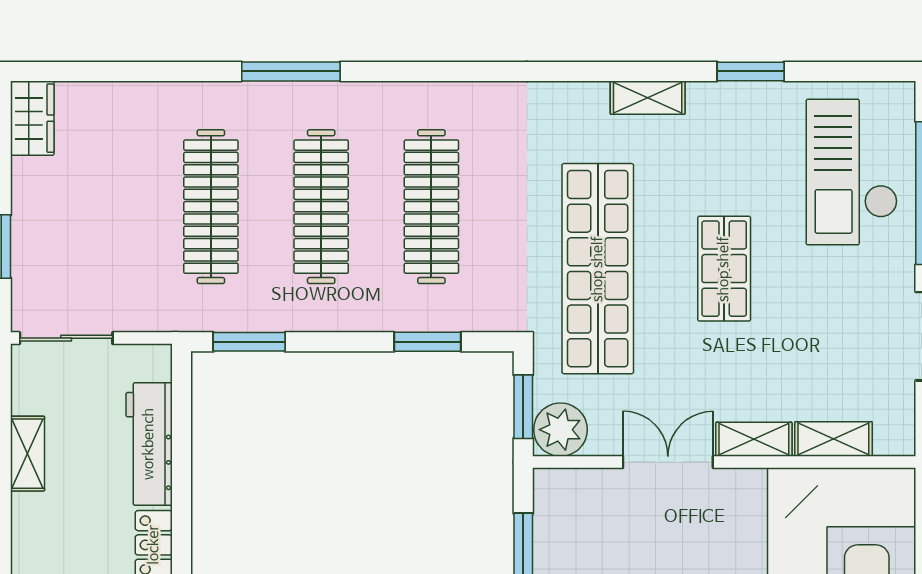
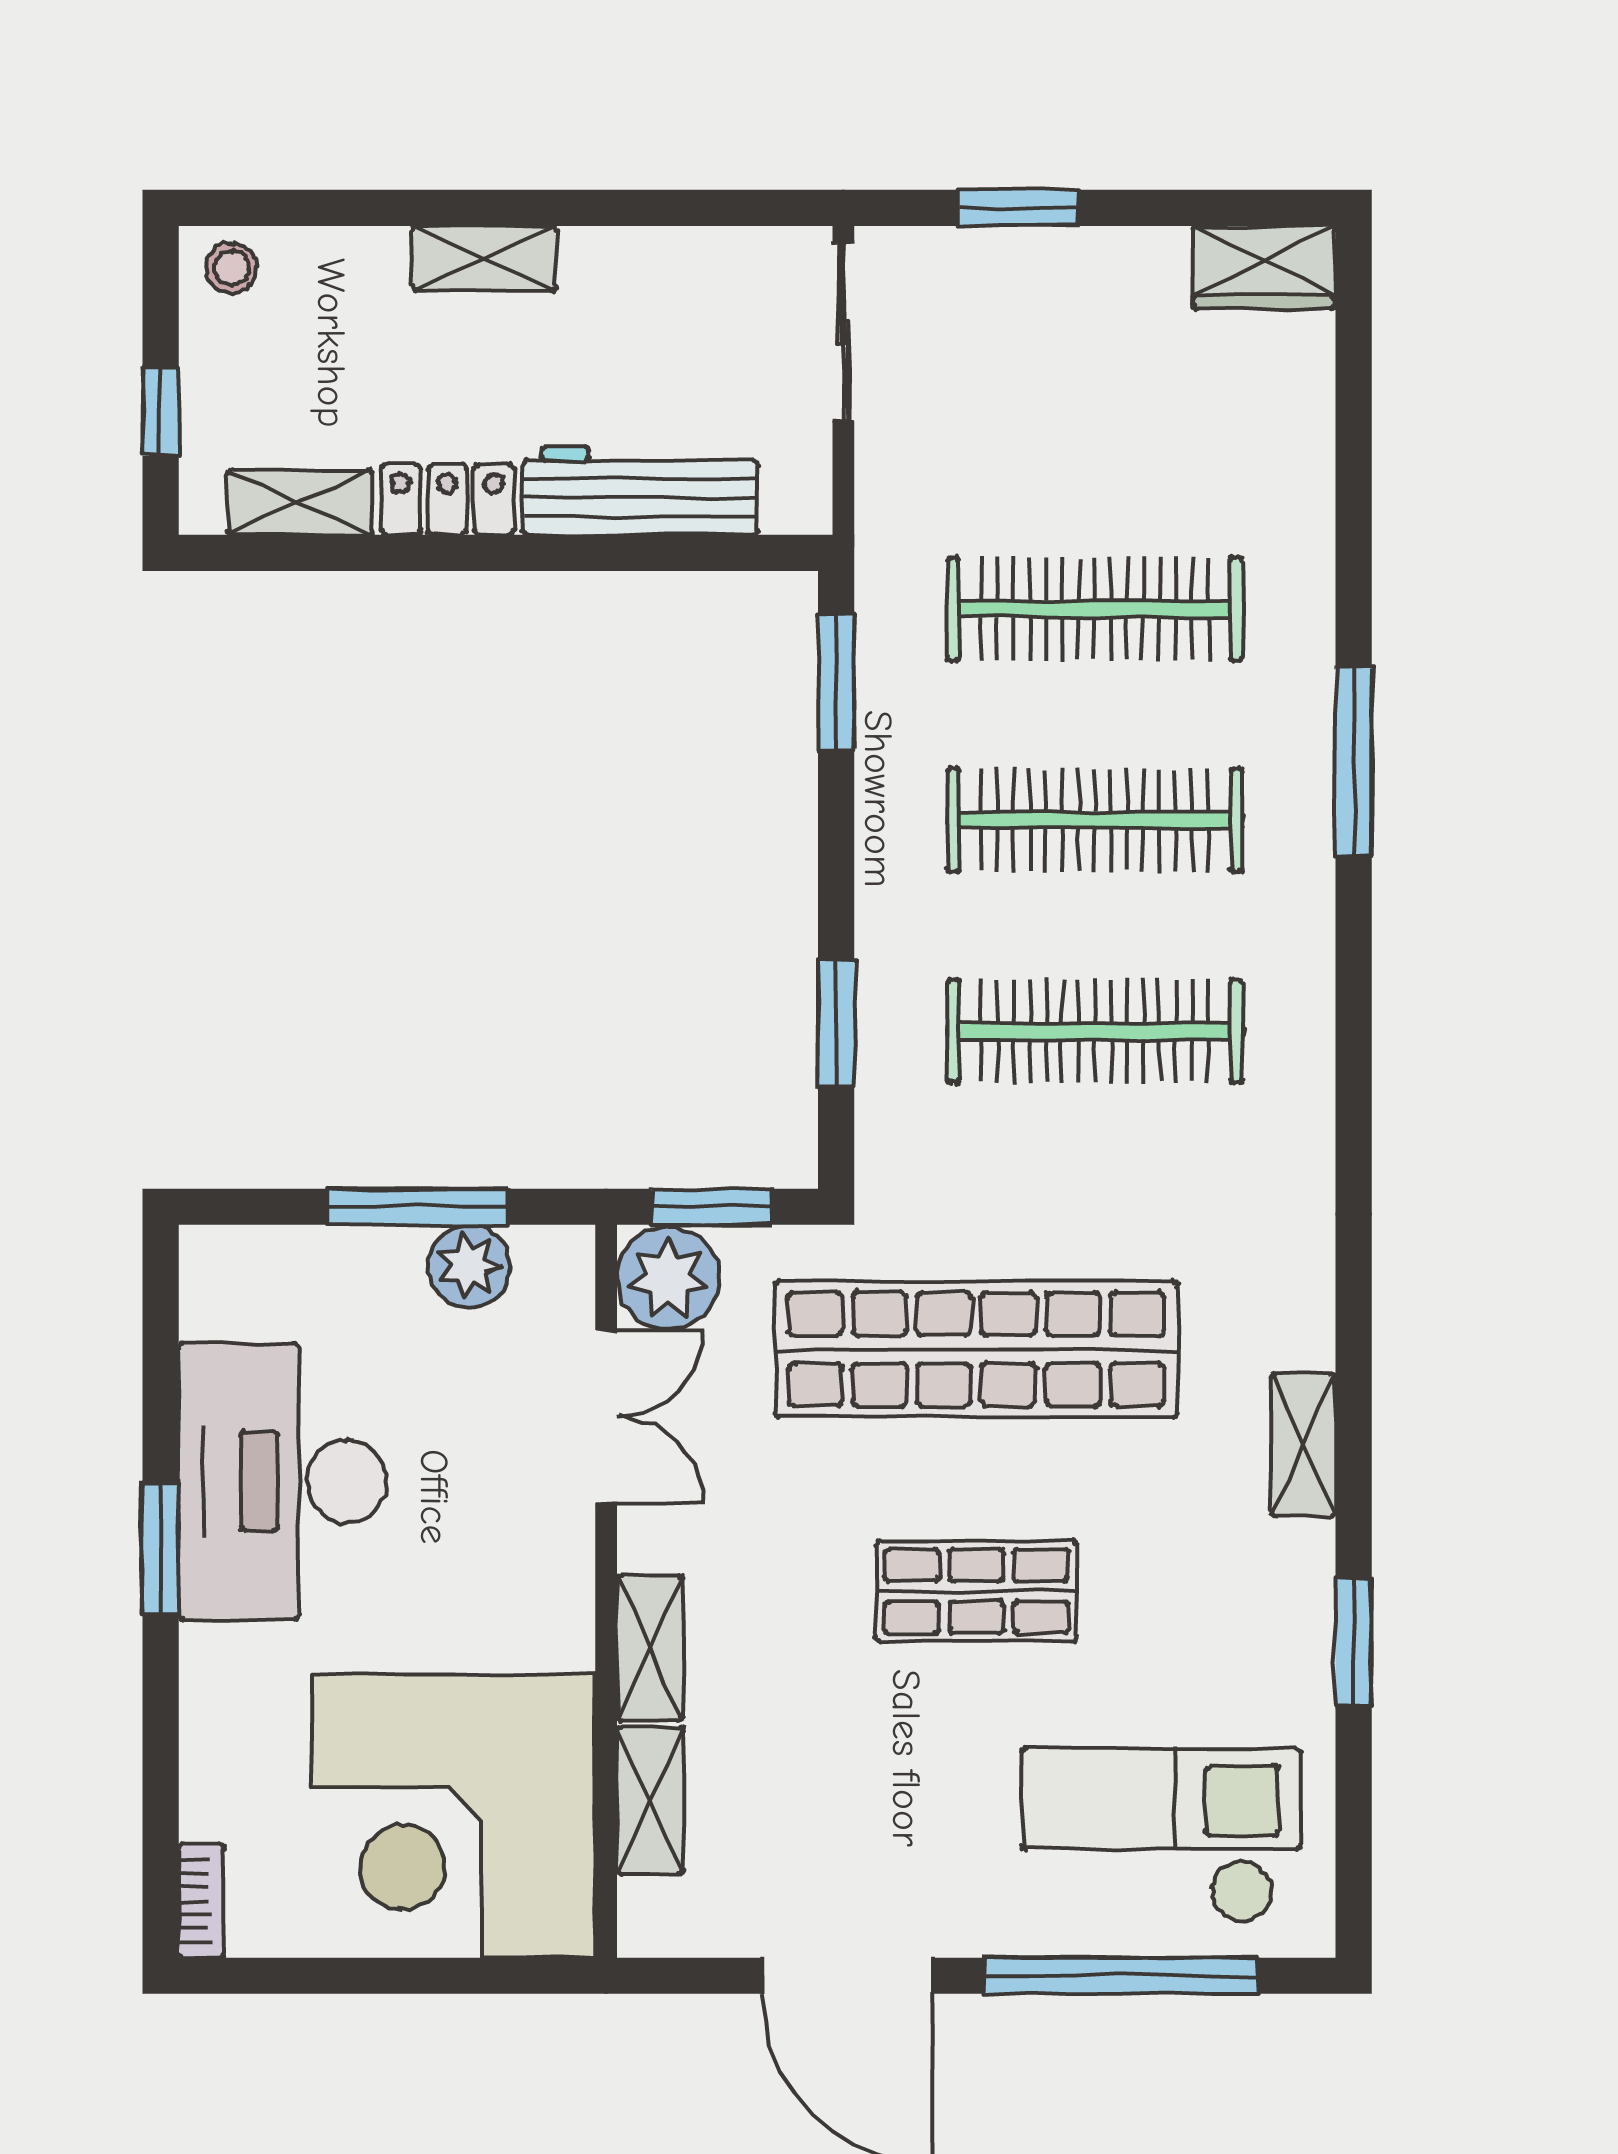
shelving: (28, 454) -> (484, 258), moved
double door: (668, 462) -> (606, 1417), moved
plant: (554, 534) -> (469, 1266), added

